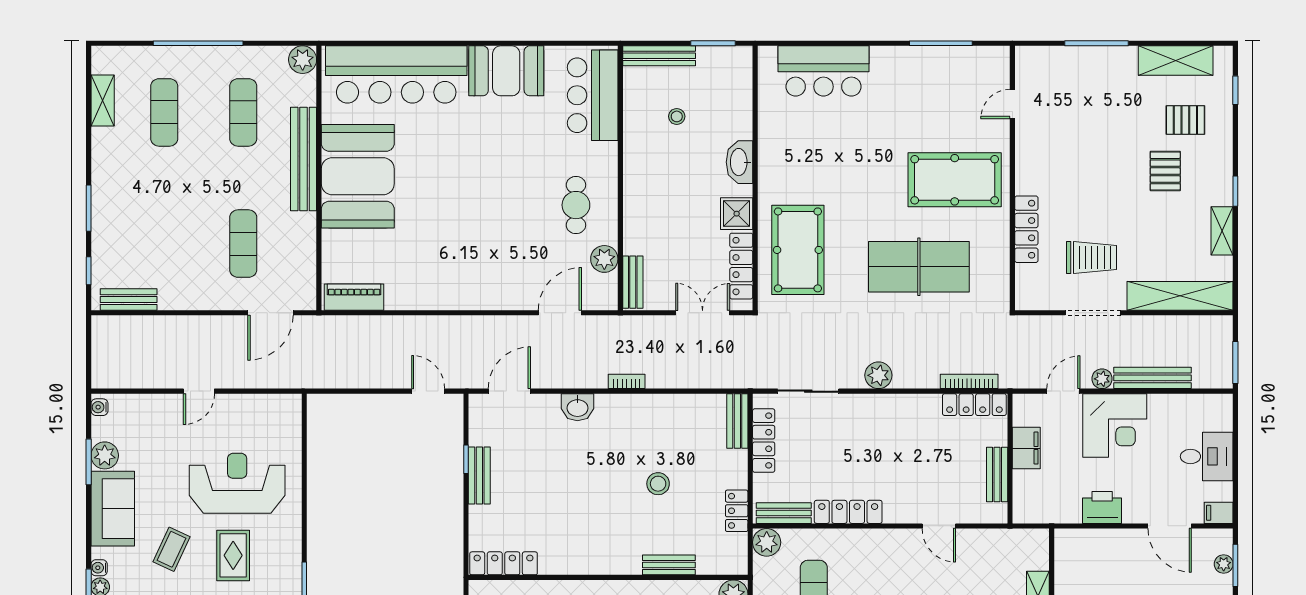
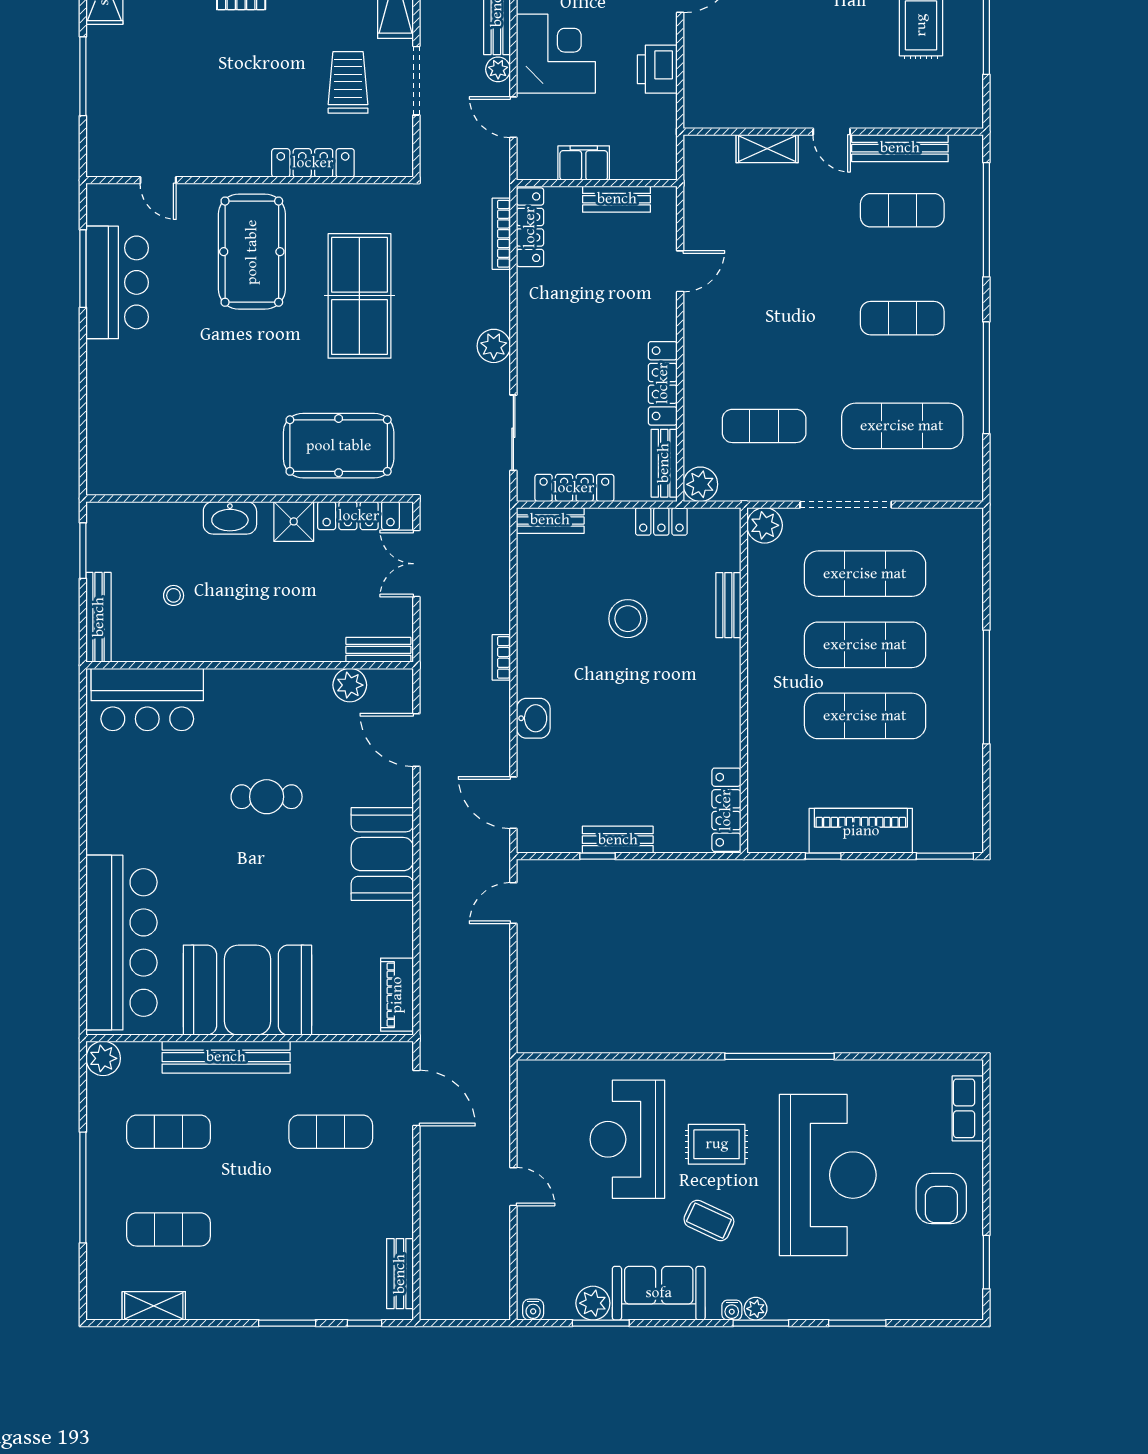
booth: (506, 71) -> (382, 854), moved
bar counter: (823, 71) -> (117, 282), moved
cafe table: (576, 205) -> (267, 797), moved
stool: (658, 484) -> (628, 619), width x1.38, depth x1.38

